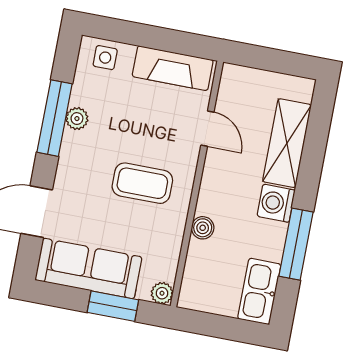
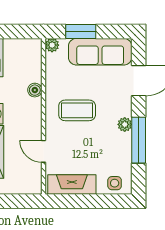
plant: (77, 119) -> (125, 124), moved

